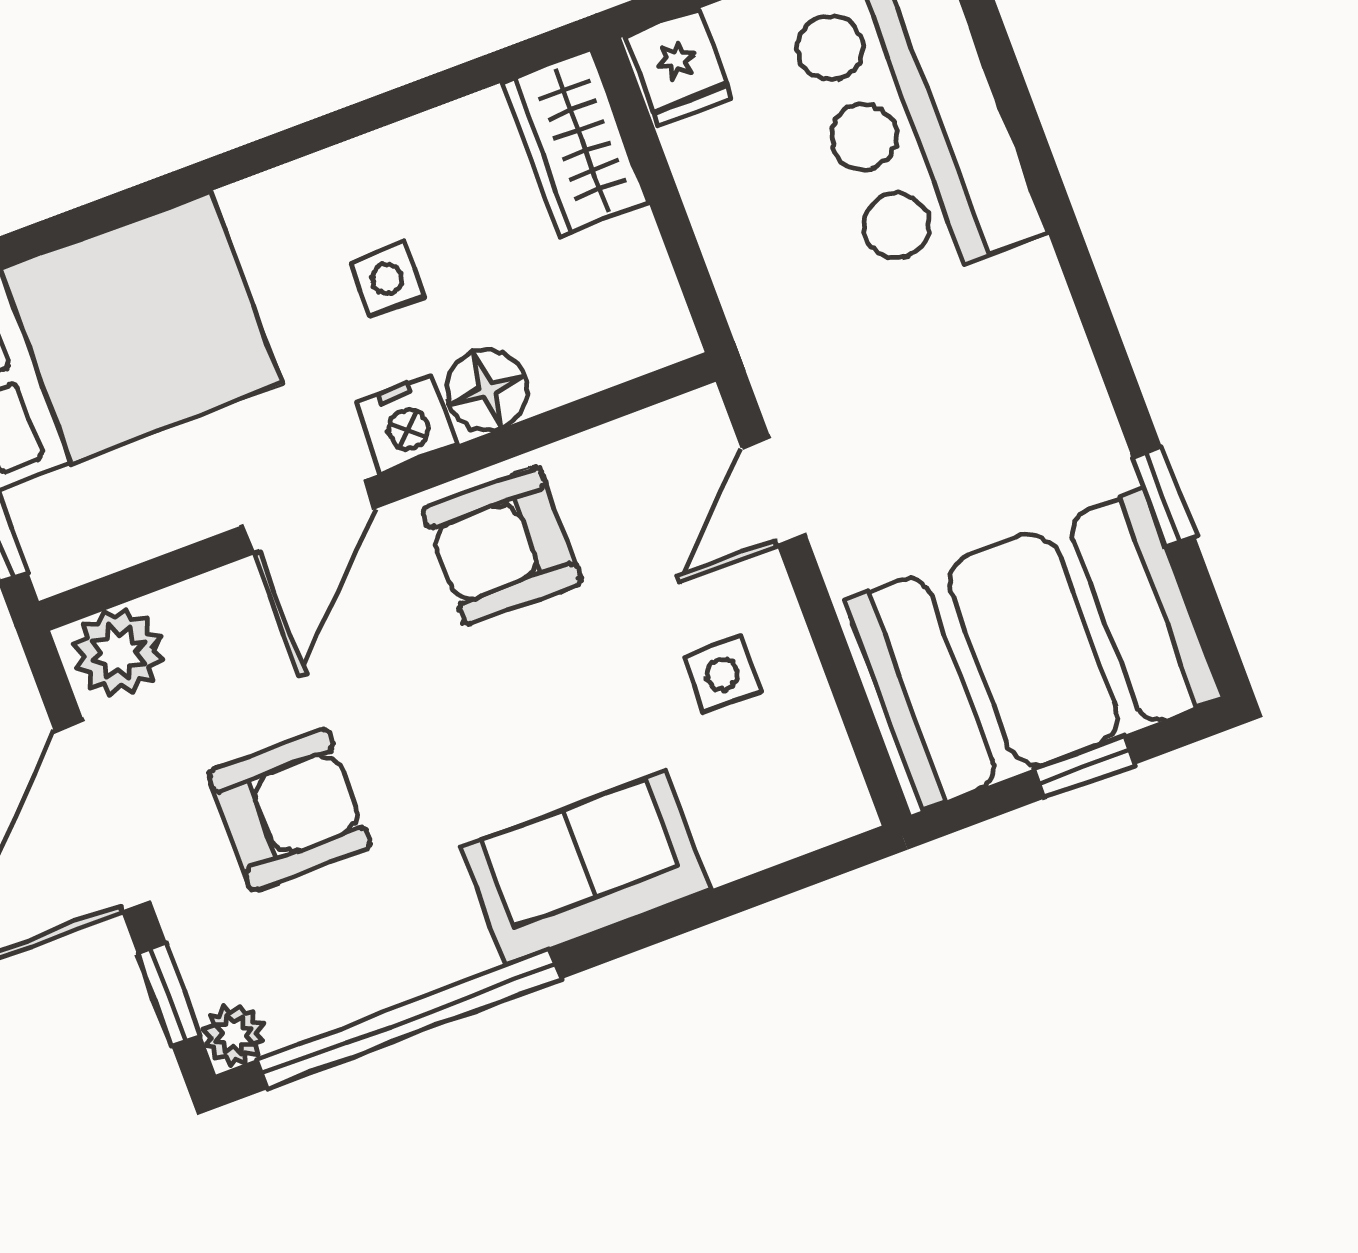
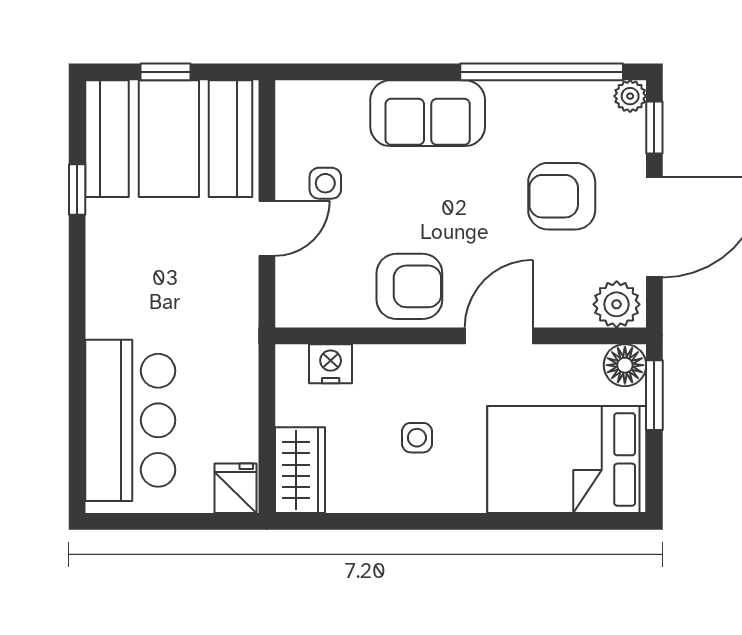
floor lamp: (487, 390) -> (625, 365), moved
nightstand: (406, 424) -> (331, 364), moved
door: (774, 492) -> (267, 228), moved

